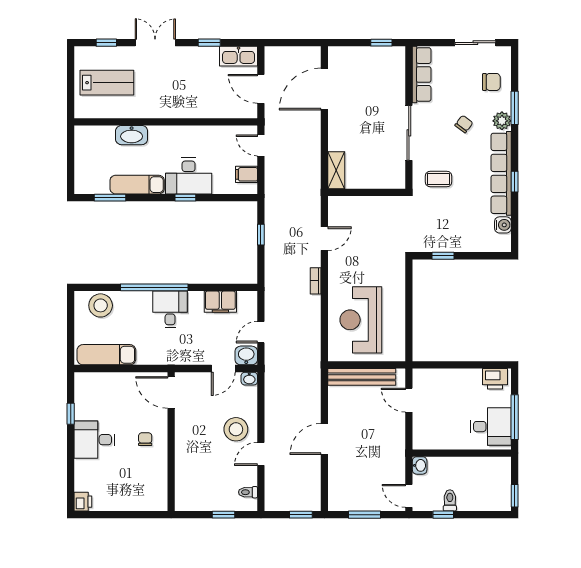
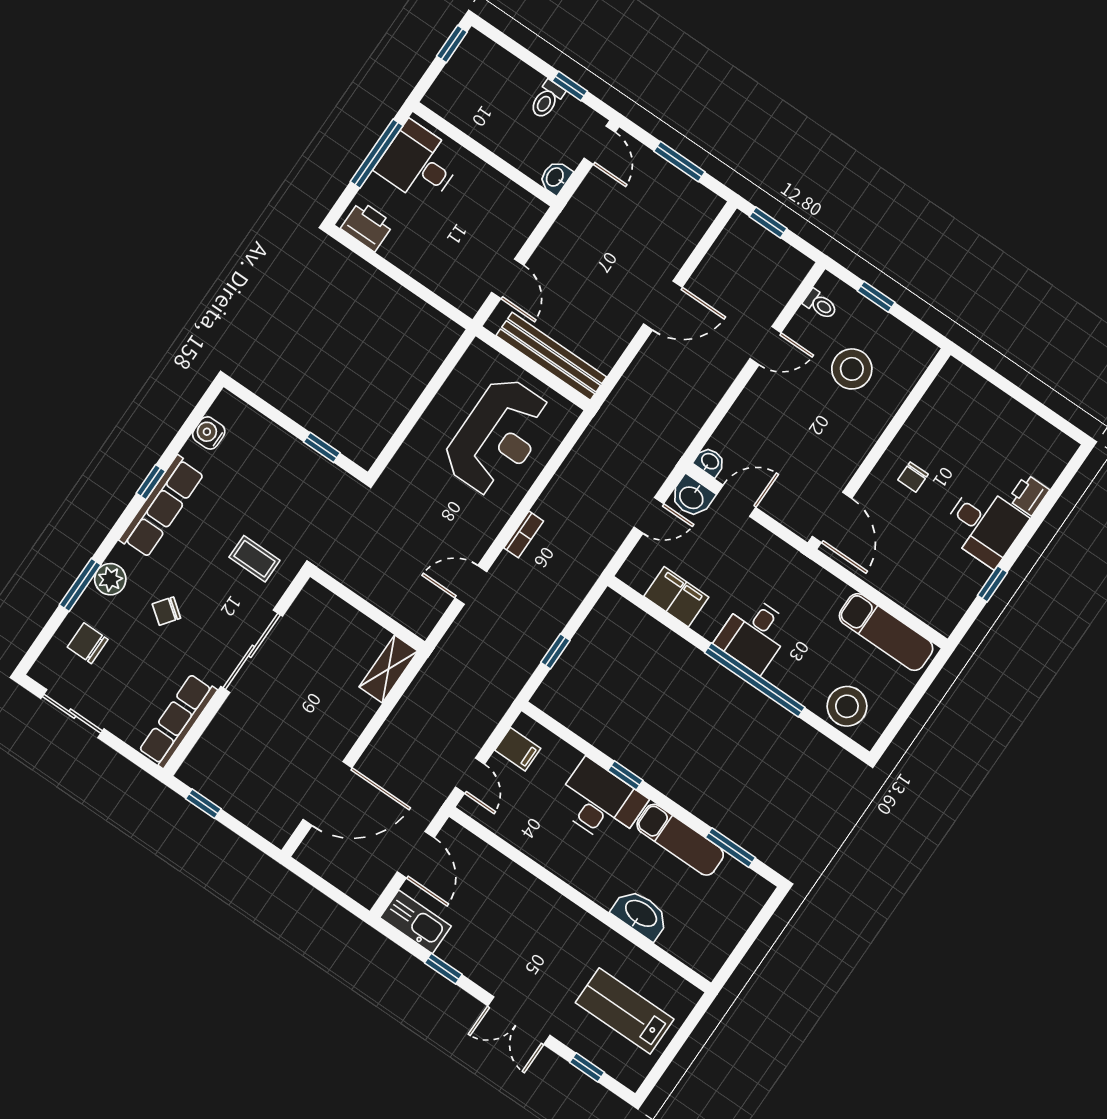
row of seats: (501, 173) -> (162, 507), width x0.73
stool: (236, 429) -> (852, 369), moved
printer: (83, 502) -> (1029, 495), moved

